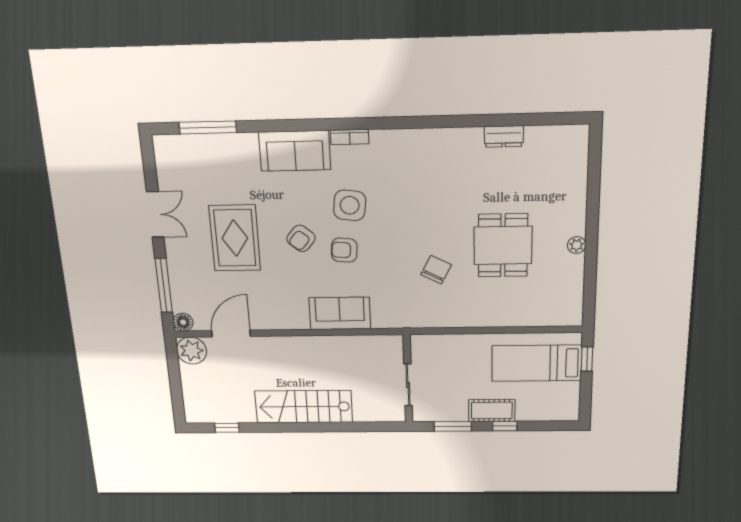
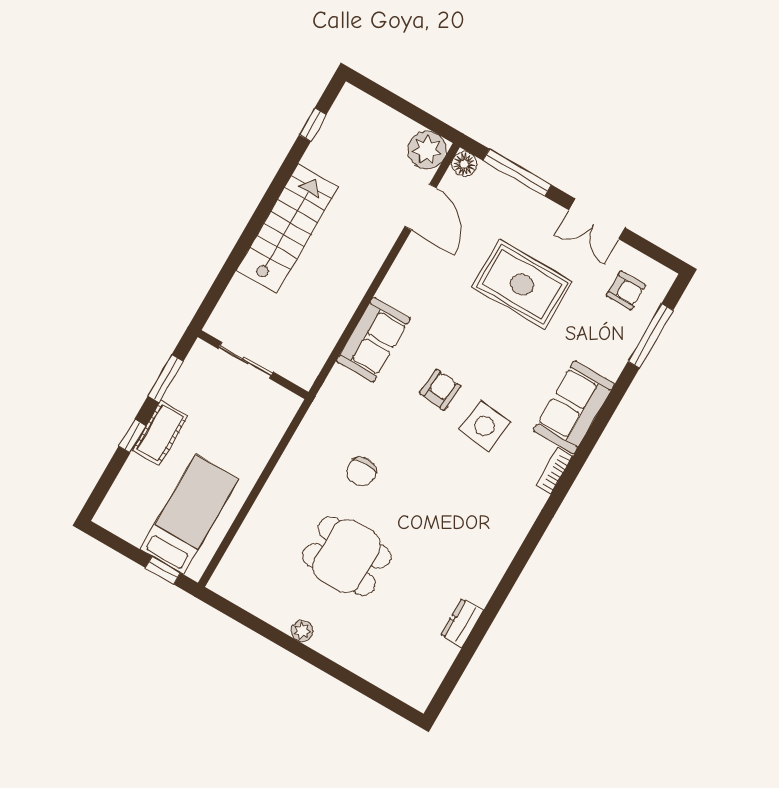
armchair: (301, 238) -> (626, 290), moved, turned 140
chair: (436, 270) -> (361, 472), turned 63

